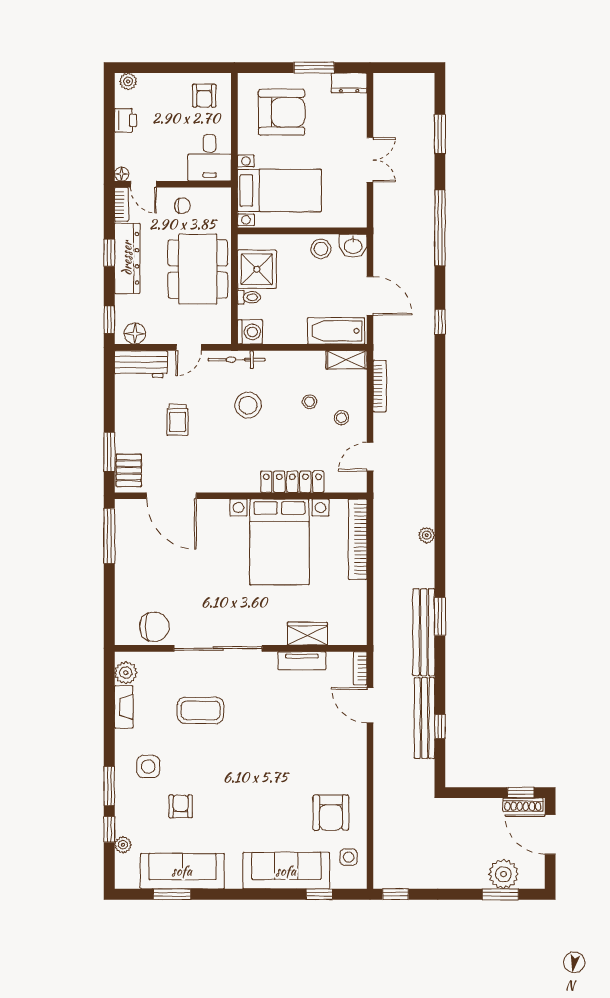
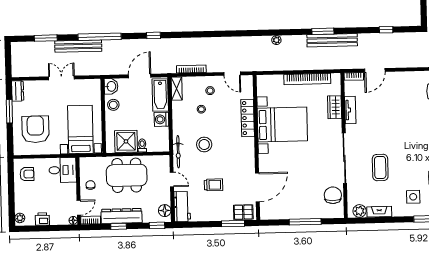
washing machine: (250, 332) -> (161, 119), moved, turned -90
window: (109, 536) -> (305, 222), moved
bookcase: (358, 539) -> (307, 79), moved
bench: (425, 718) -> (78, 46), moved

